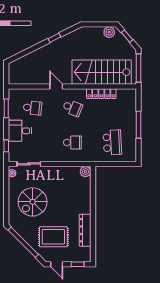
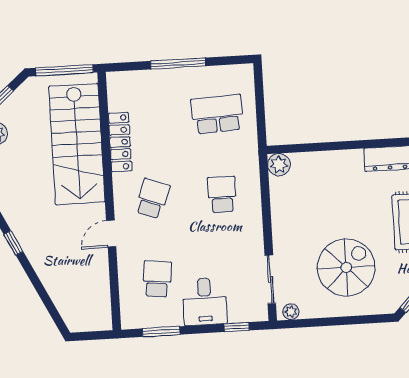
spiral stairs: (33, 202) -> (346, 267), turned -90

